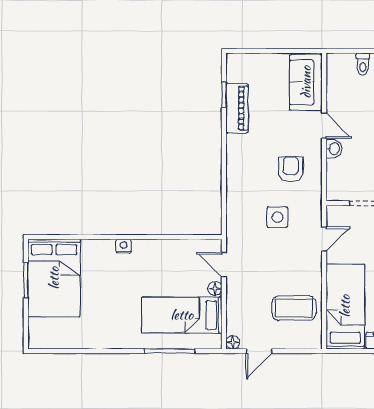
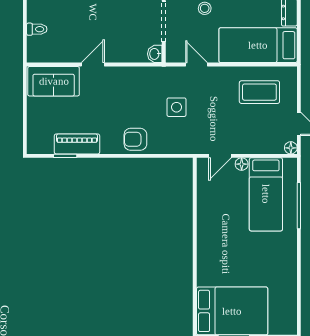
washbasin: (334, 149) -> (155, 54), moved, turned -90
armchair: (291, 169) -> (135, 139), moved
nightstand: (124, 246) -> (203, 248), removed
coffee table: (294, 308) -> (259, 92), turned 90

